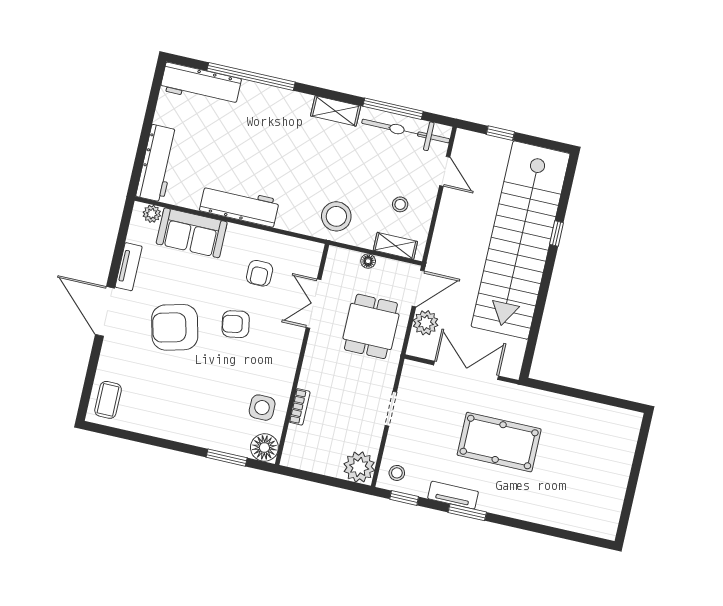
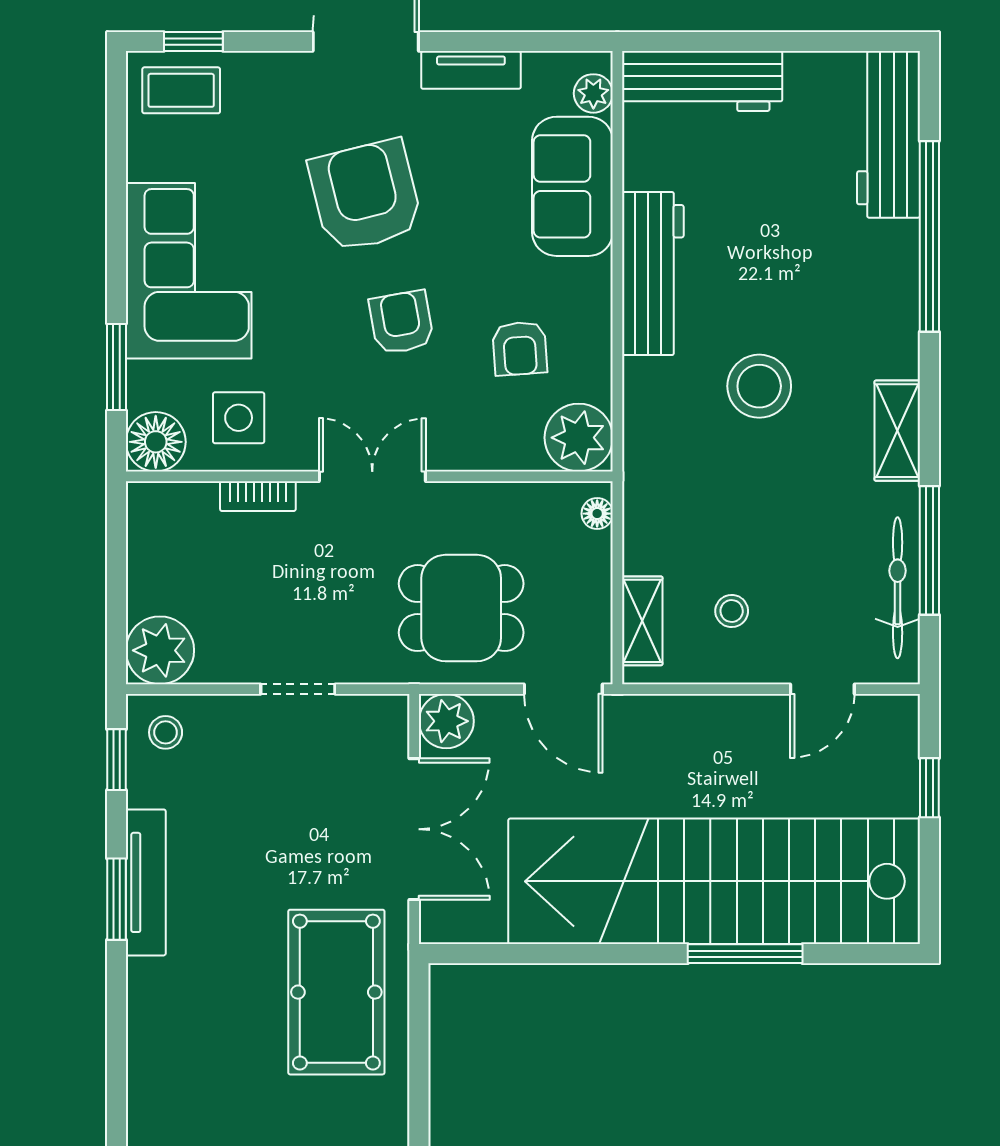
bicycle: (406, 131) -> (898, 588), width x0.73, depth x0.71
stool: (336, 216) -> (759, 386), moved
window: (556, 234) -> (745, 954), width x2.17
plant: (306, 256) -> (579, 438), added
floor lamp: (368, 261) -> (597, 514), moved
armchair: (260, 273) -> (520, 348), turned -94
double door: (314, 304) -> (372, 476), moved
plant: (426, 323) -> (446, 721), moved
window: (87, 389) -> (193, 42), added
corner sofa: (190, 415) -> (189, 271), added
pool table: (499, 442) -> (336, 992), moved
tv unit: (453, 495) -> (146, 882), width x1.41

